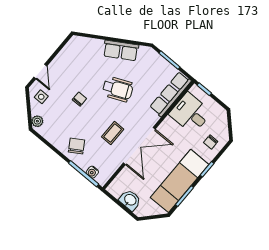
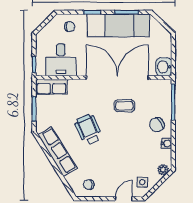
row of seats: (121, 50) -> (57, 152), width x1.48
row of seats: (170, 94) -> (51, 87), width x0.68
chair: (79, 99) -> (89, 185), moved
double door: (139, 146) -> (117, 78), width x1.36
water cooler: (92, 172) -> (167, 143), moved
washbasin: (130, 200) -> (164, 67), moved

